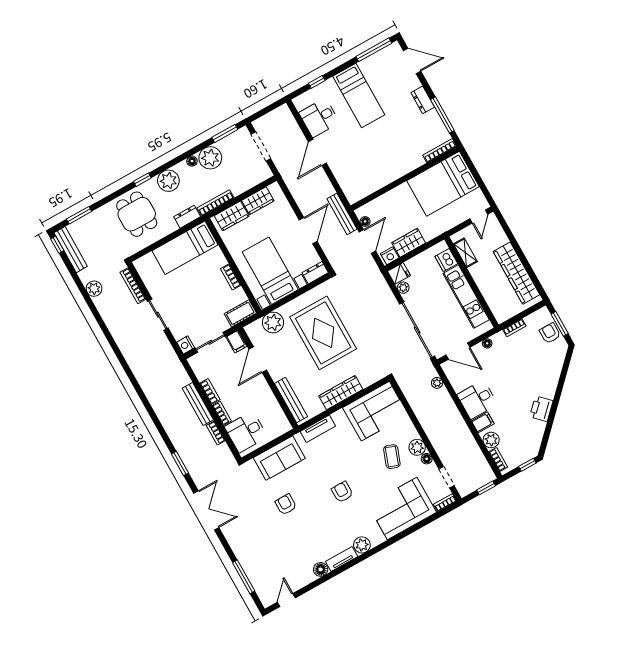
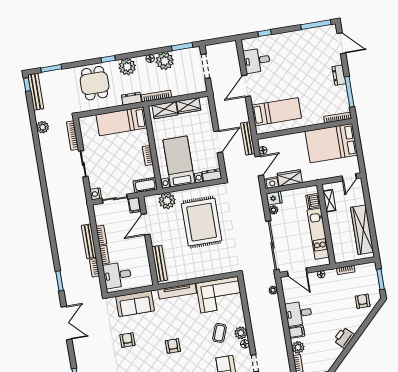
bed: (359, 96) -> (276, 112), moved, turned -90
armchair: (550, 333) -> (363, 301), moved
wardrobe: (341, 393) -> (199, 271), removed
tv unit: (318, 429) -> (177, 291), width x1.41

